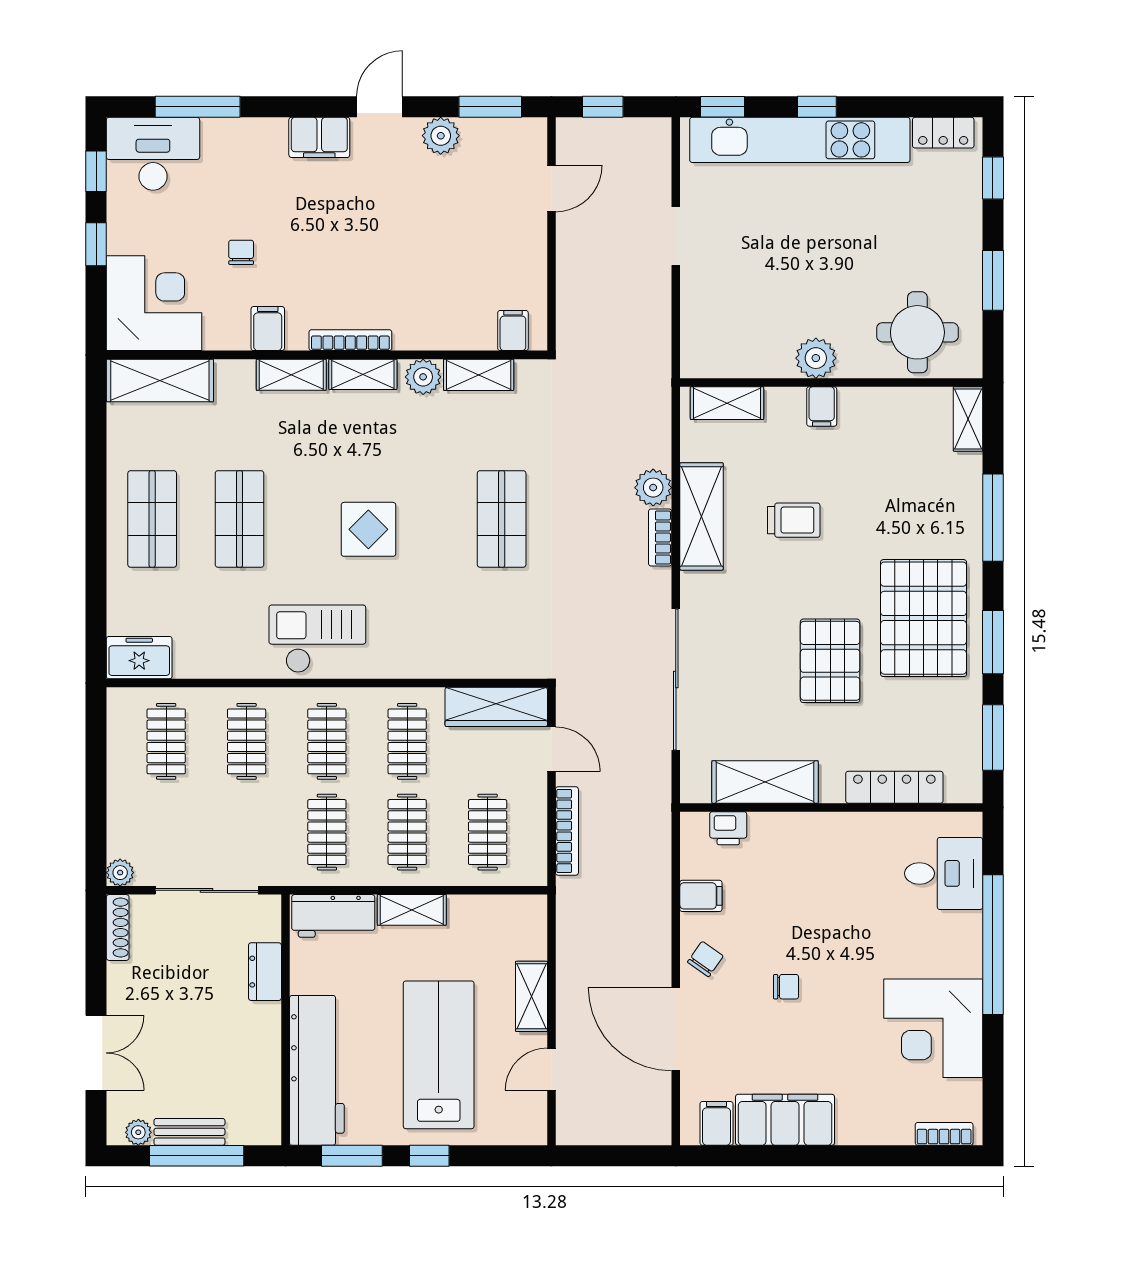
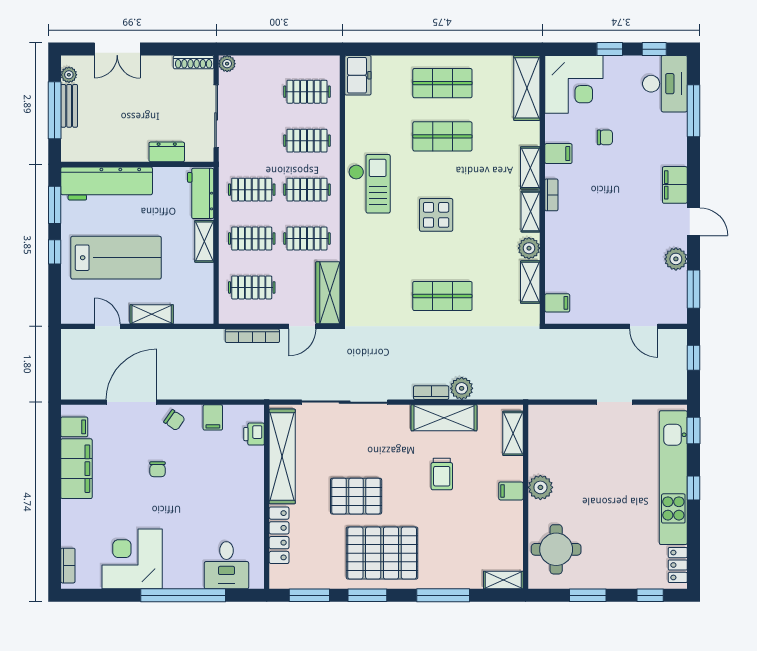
bookcase: (350, 340) -> (551, 195), width x0.64
shelving: (765, 782) -> (282, 456), width x1.47

